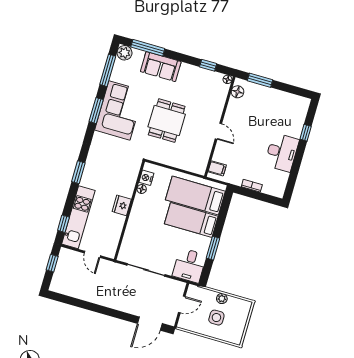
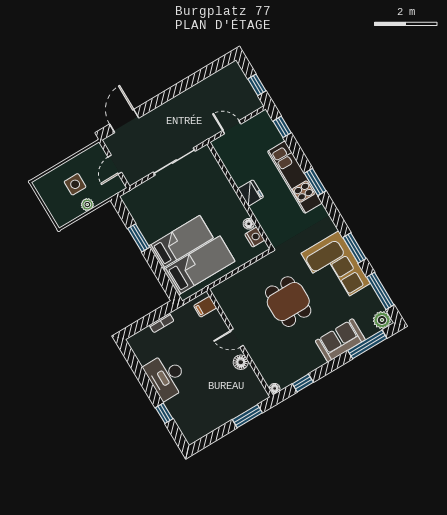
floor lamp: (237, 92) -> (241, 362), moved
kitchen unit: (78, 217) -> (295, 177), moved
desk: (189, 265) -> (143, 203), removed

